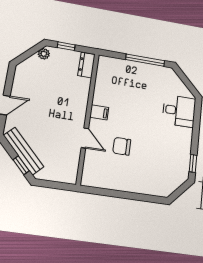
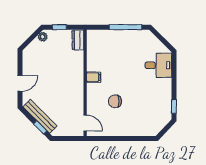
door: (85, 138) -> (85, 123), moved

